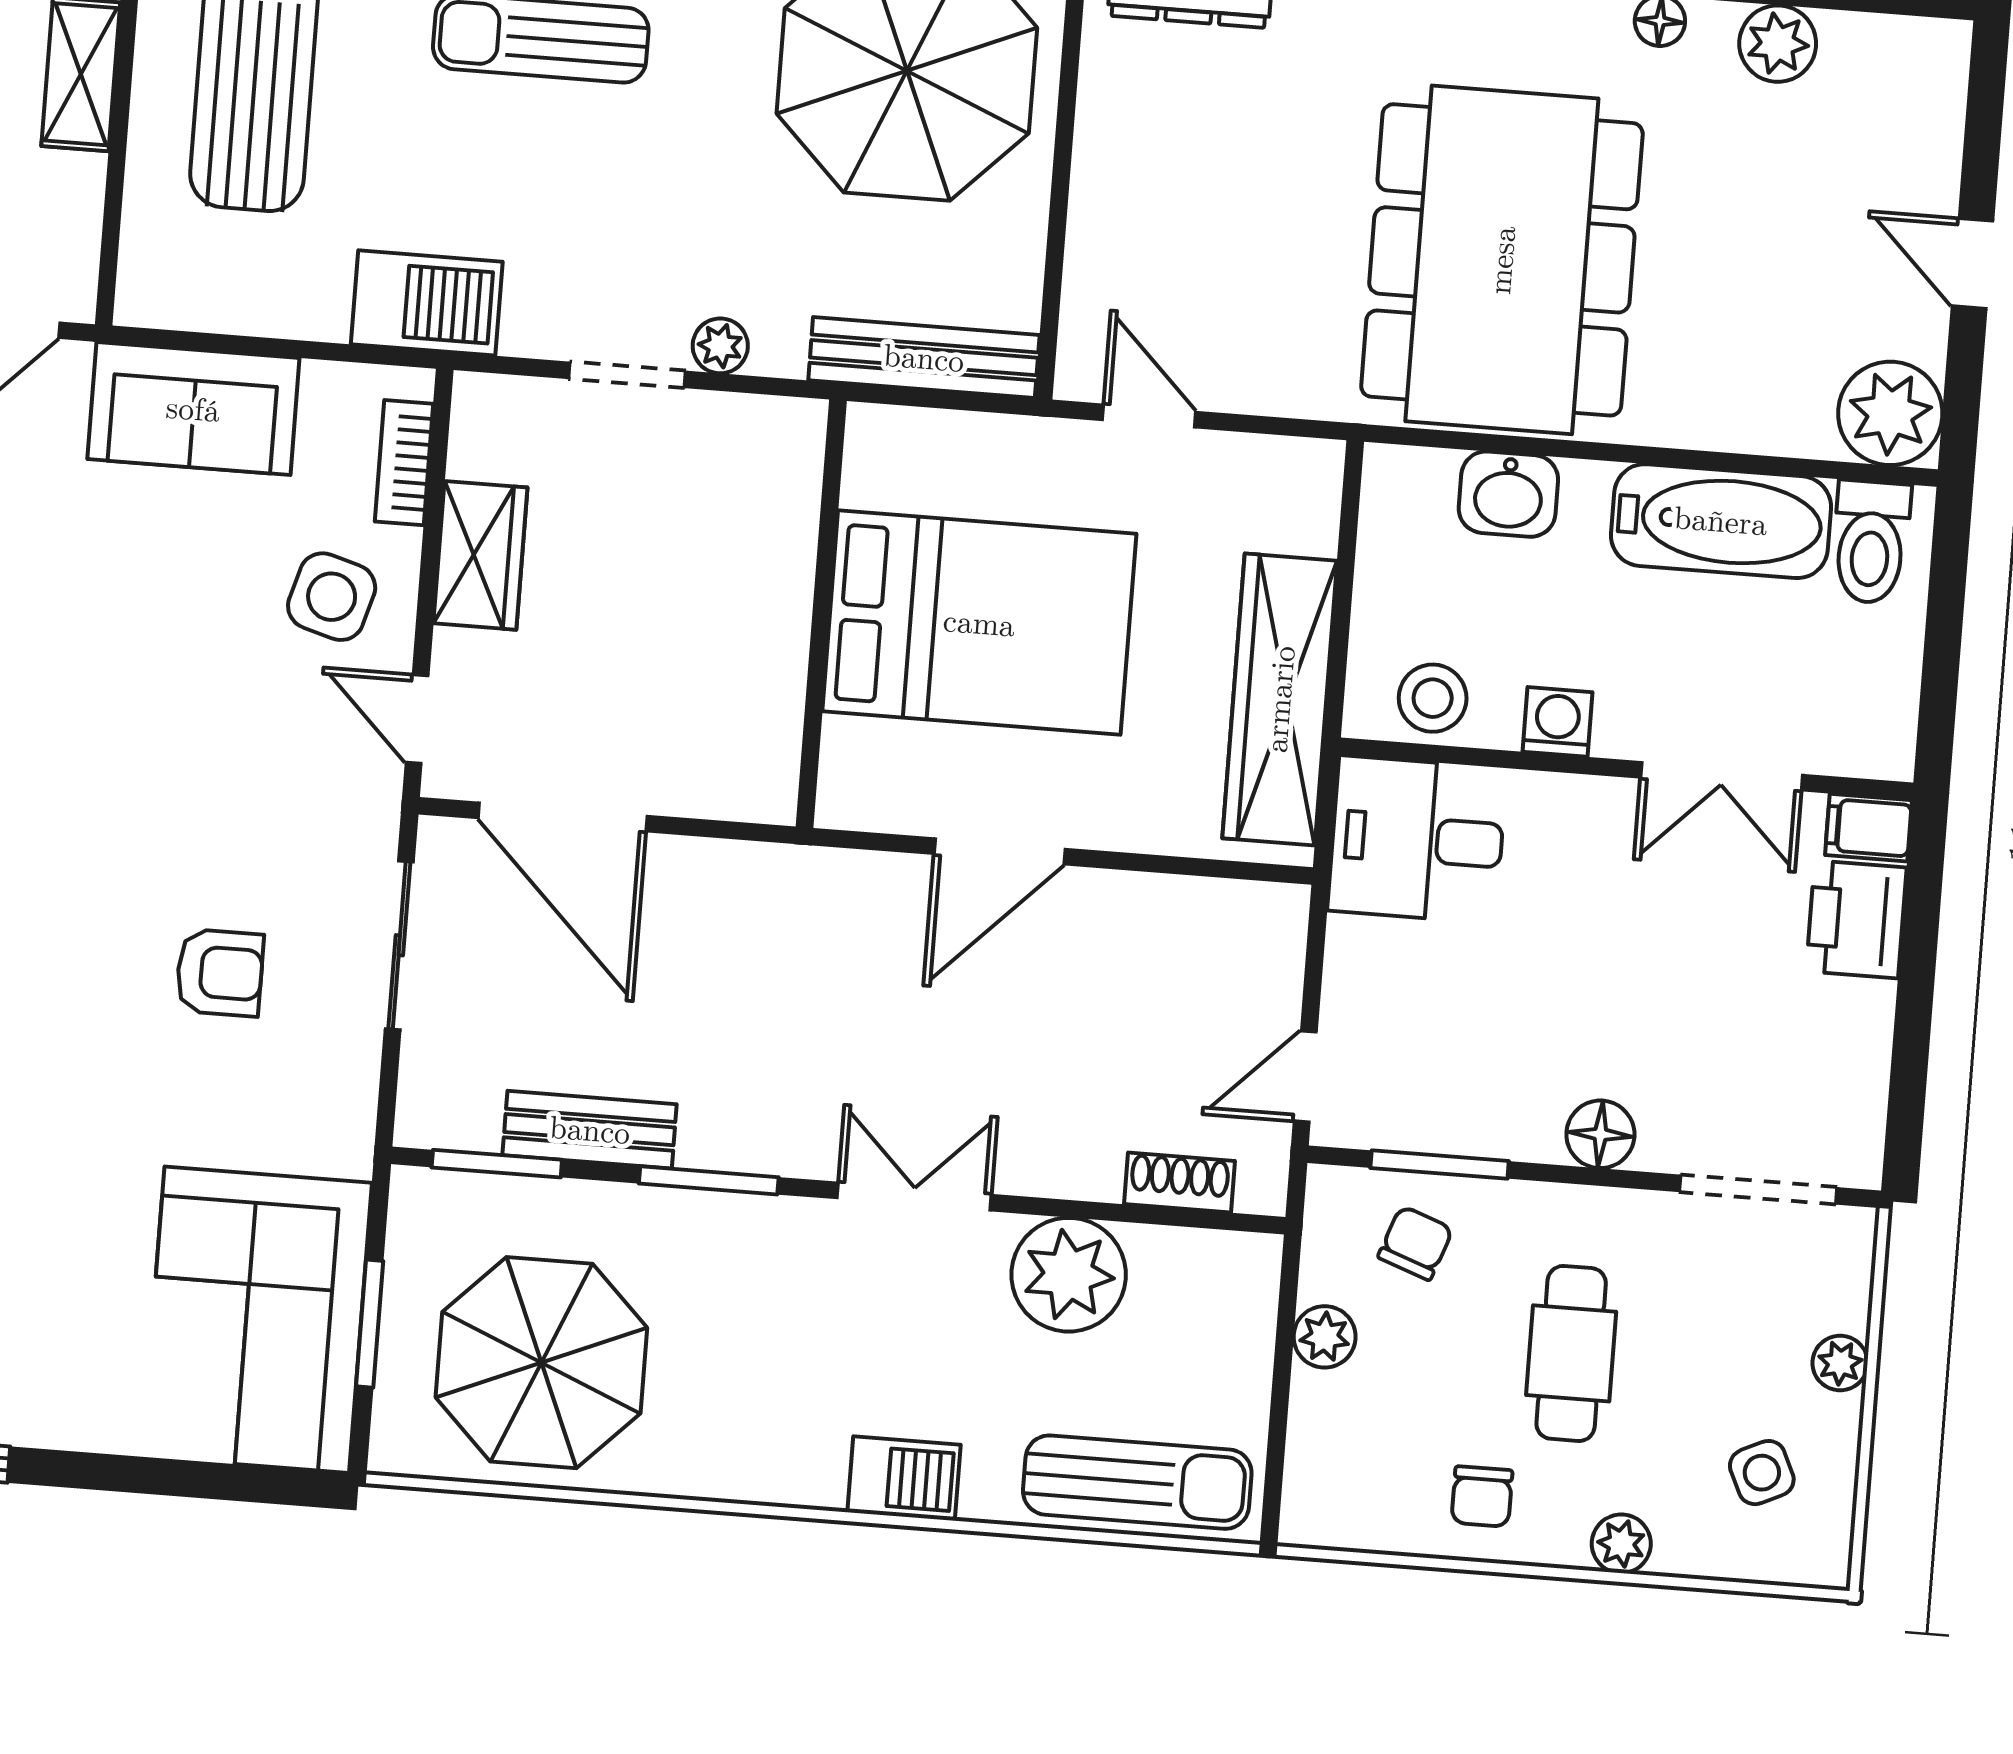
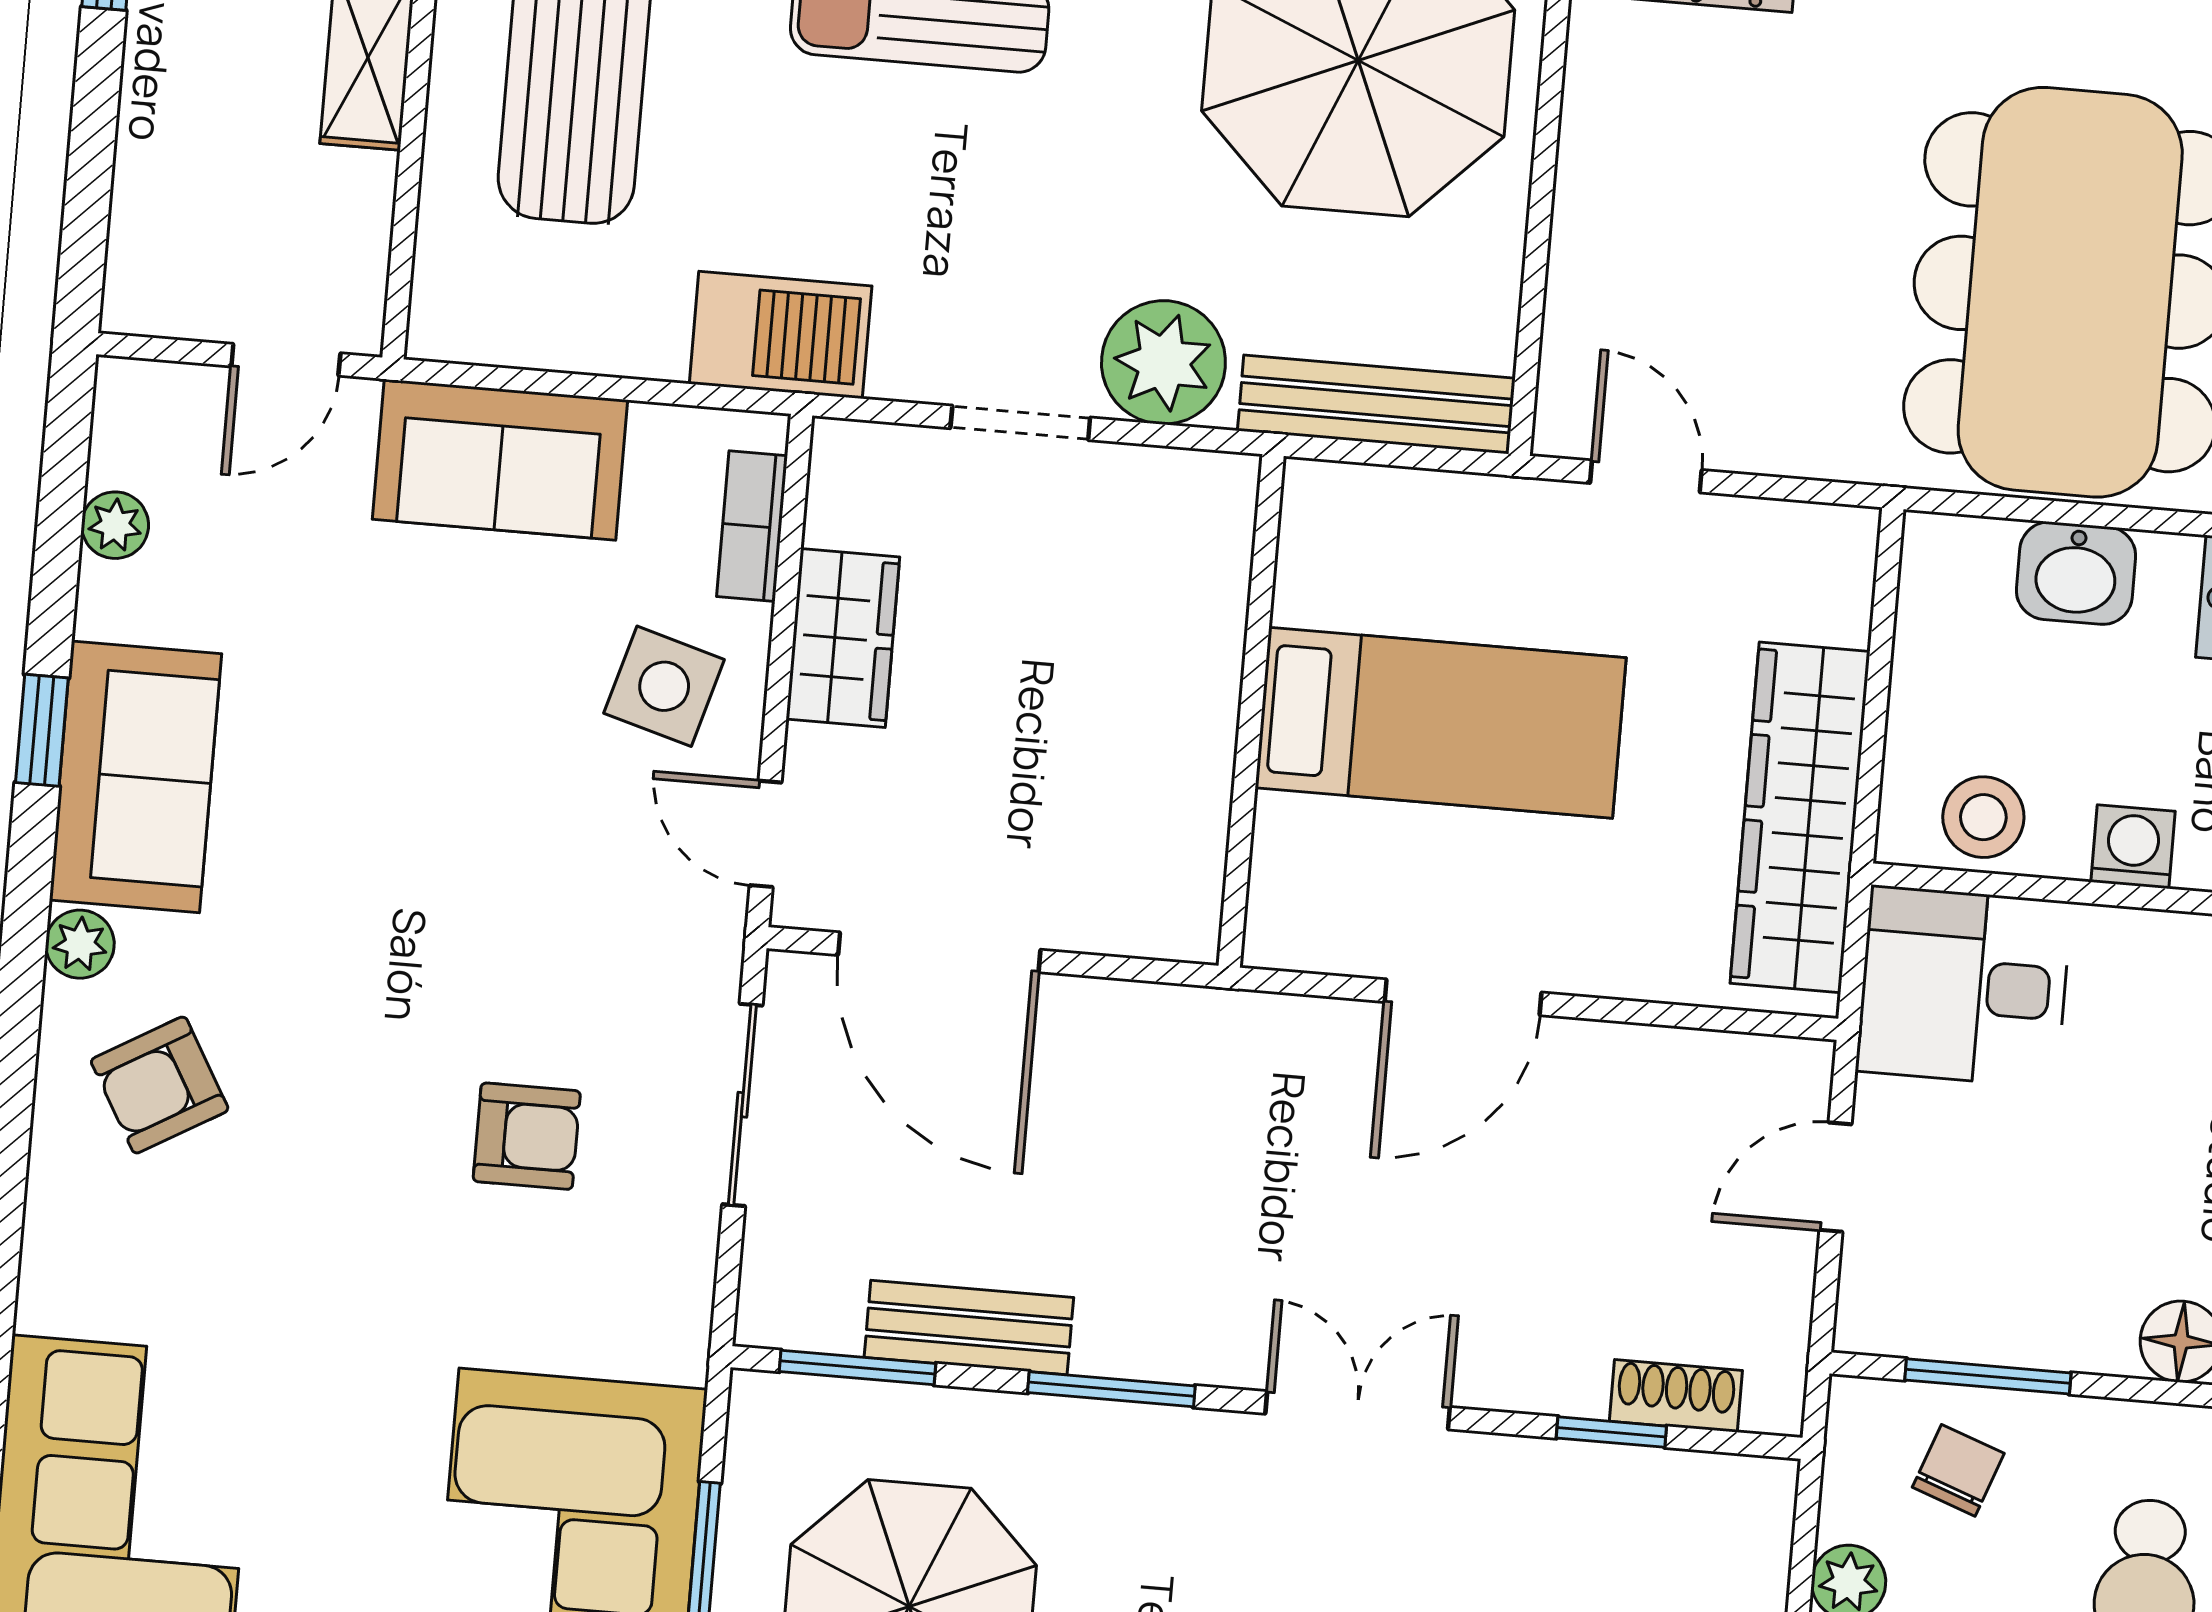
plant: (720, 346) -> (1163, 362), width x1.87, depth x1.87
bed: (979, 623) -> (1441, 723), width x0.67
door: (1305, 1077) -> (1835, 1177), moved
window: (1126, 1213) -> (1611, 1432), added
plant: (1069, 1275) -> (1542, 1505), removed

